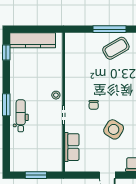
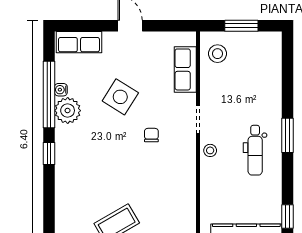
dental chair: (21, 116) -> (255, 150), moved
stool: (51, 157) -> (217, 54), added

